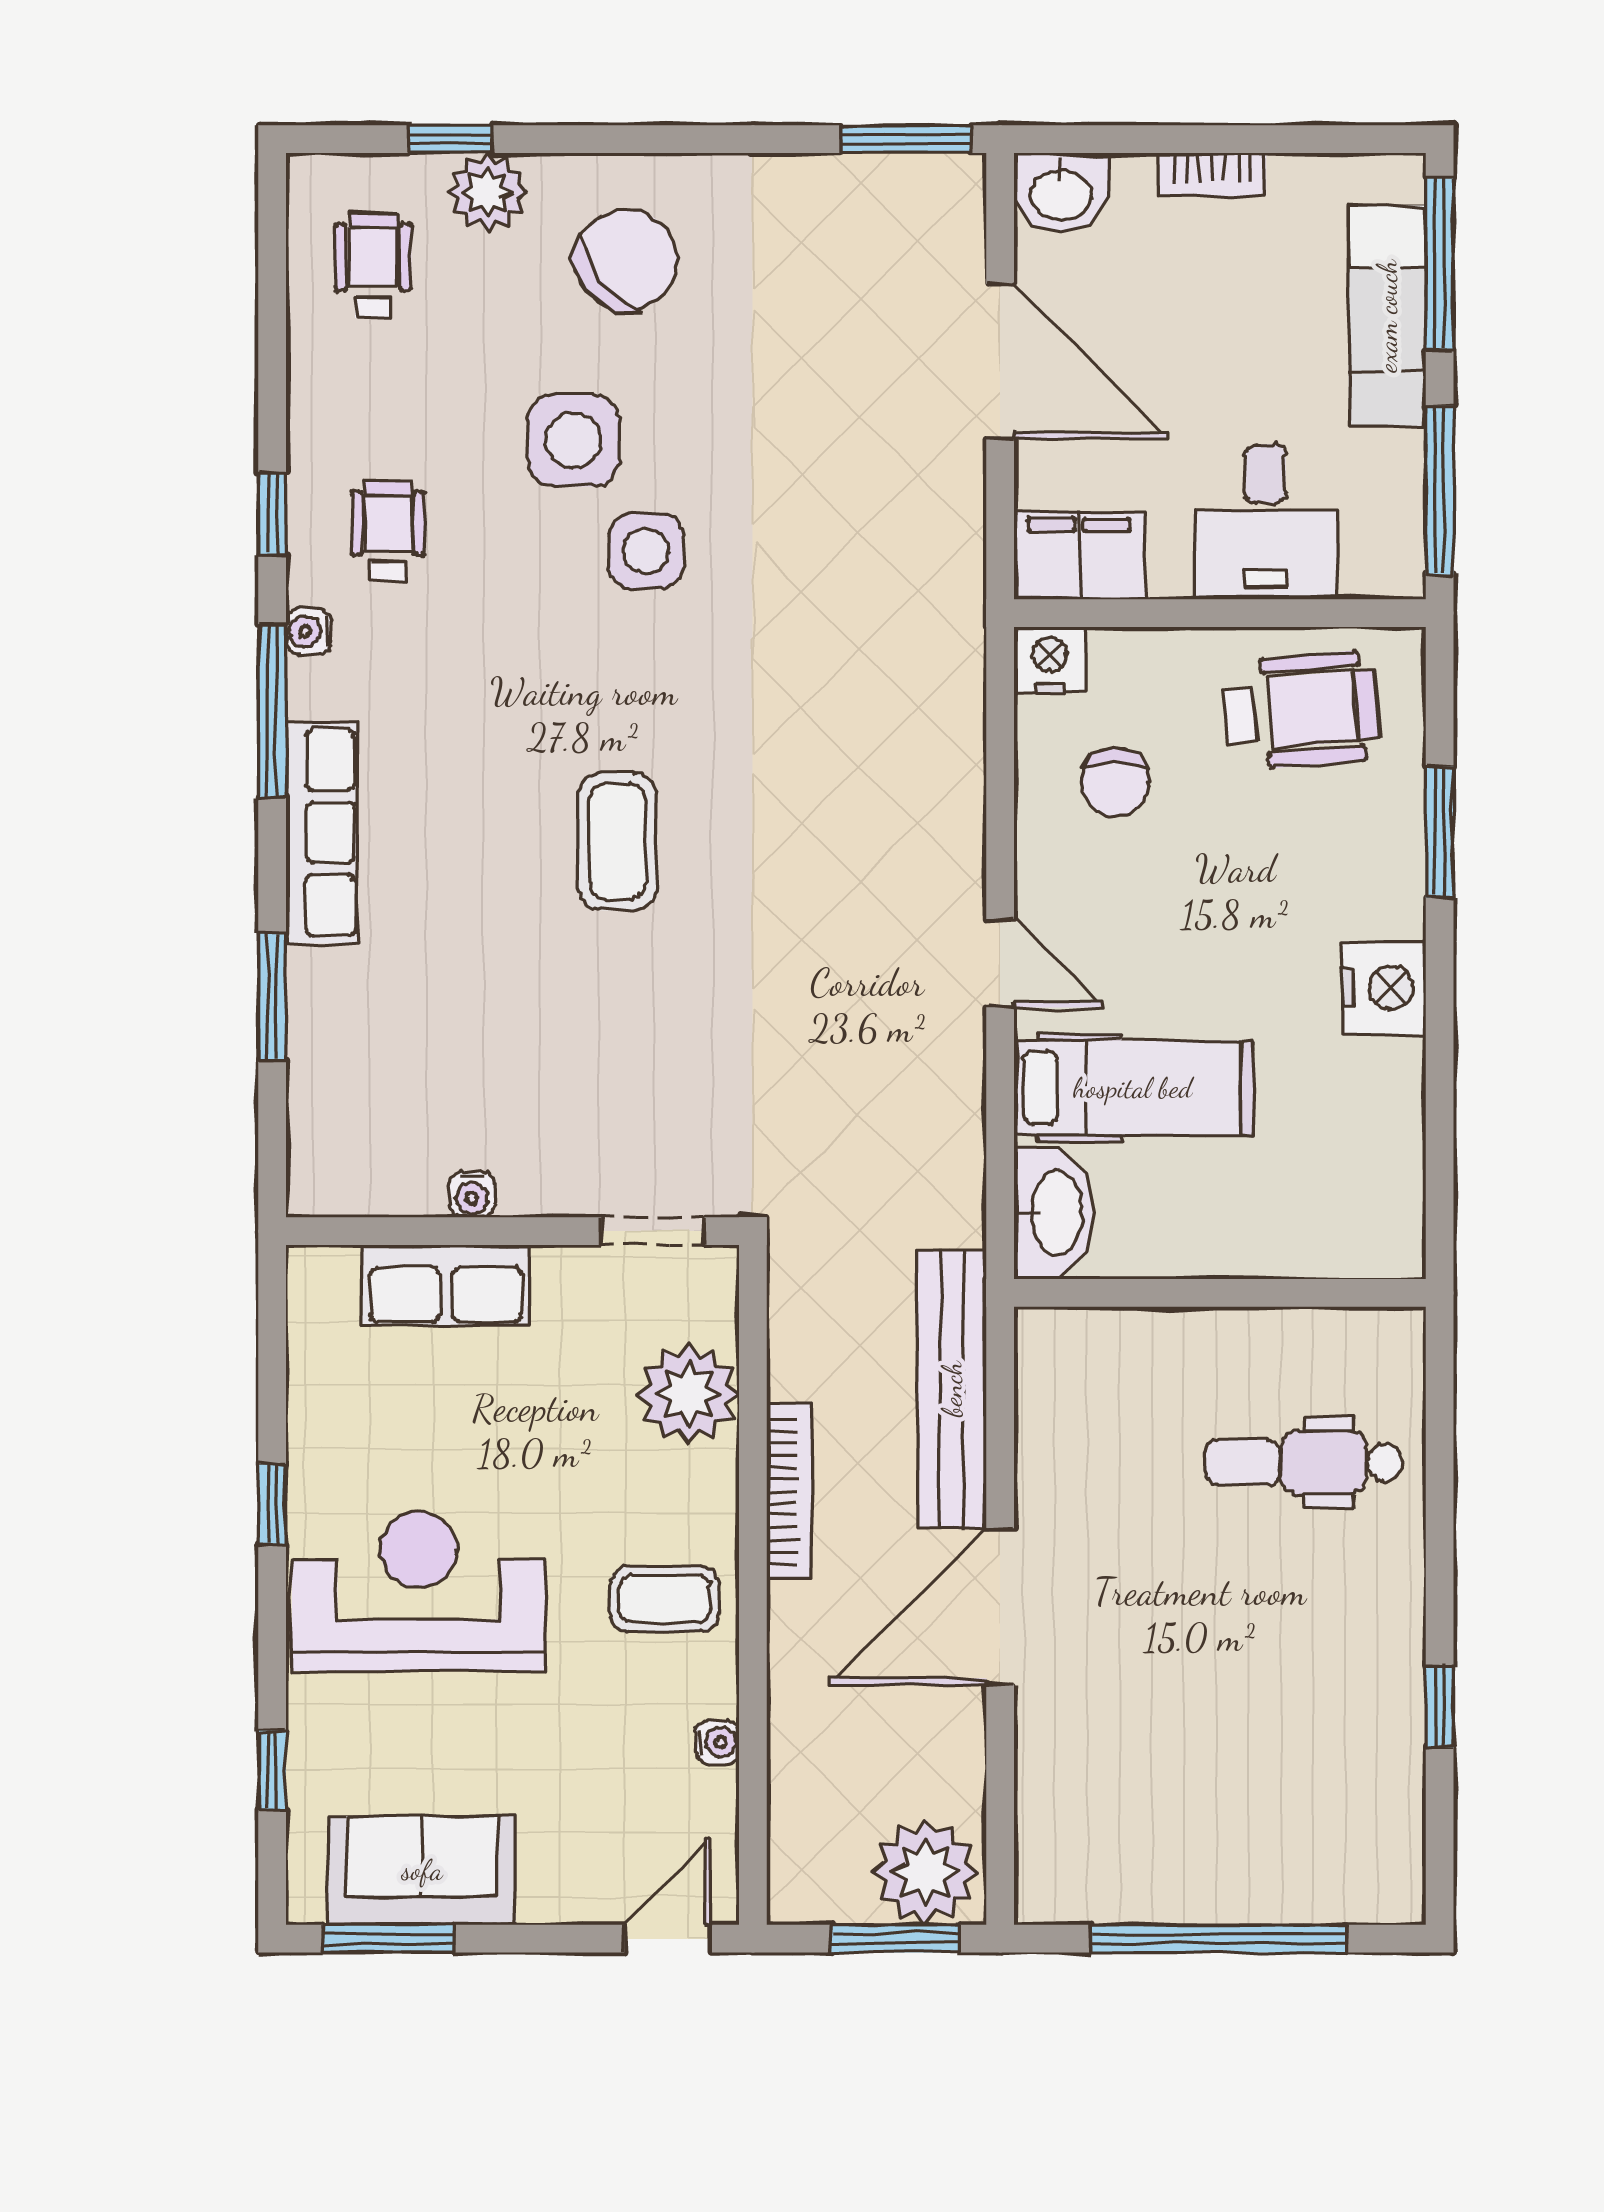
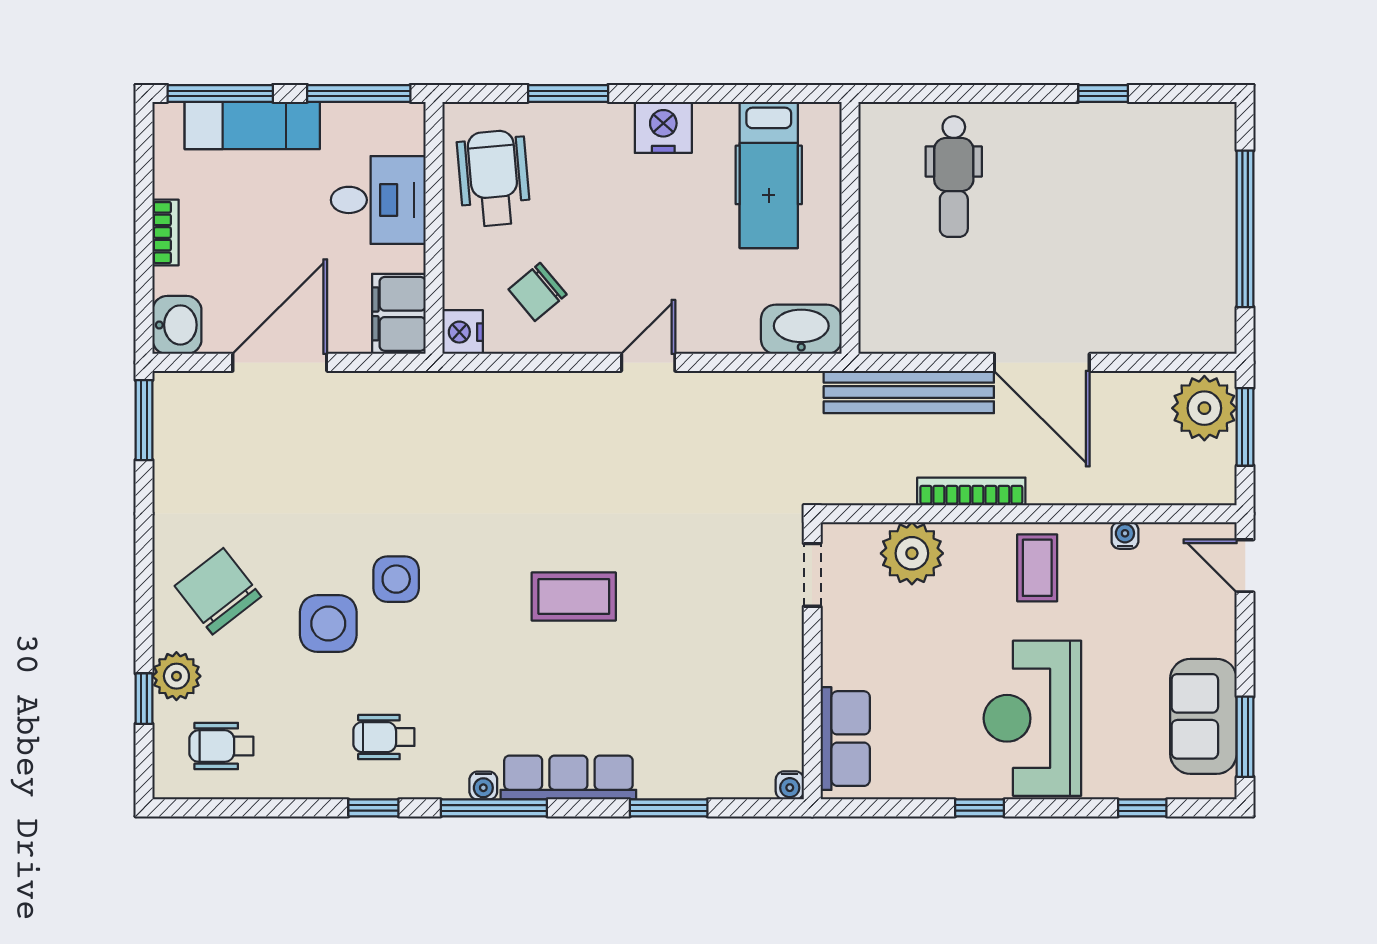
water cooler: (309, 631) -> (483, 786), moved
chair: (1115, 782) -> (538, 292), turned 140
hospital bed: (1133, 1088) -> (769, 175), moved, turned 180
water cooler: (472, 1194) -> (790, 785), moved, turned 90
row of seats: (446, 1285) -> (845, 739), moved

